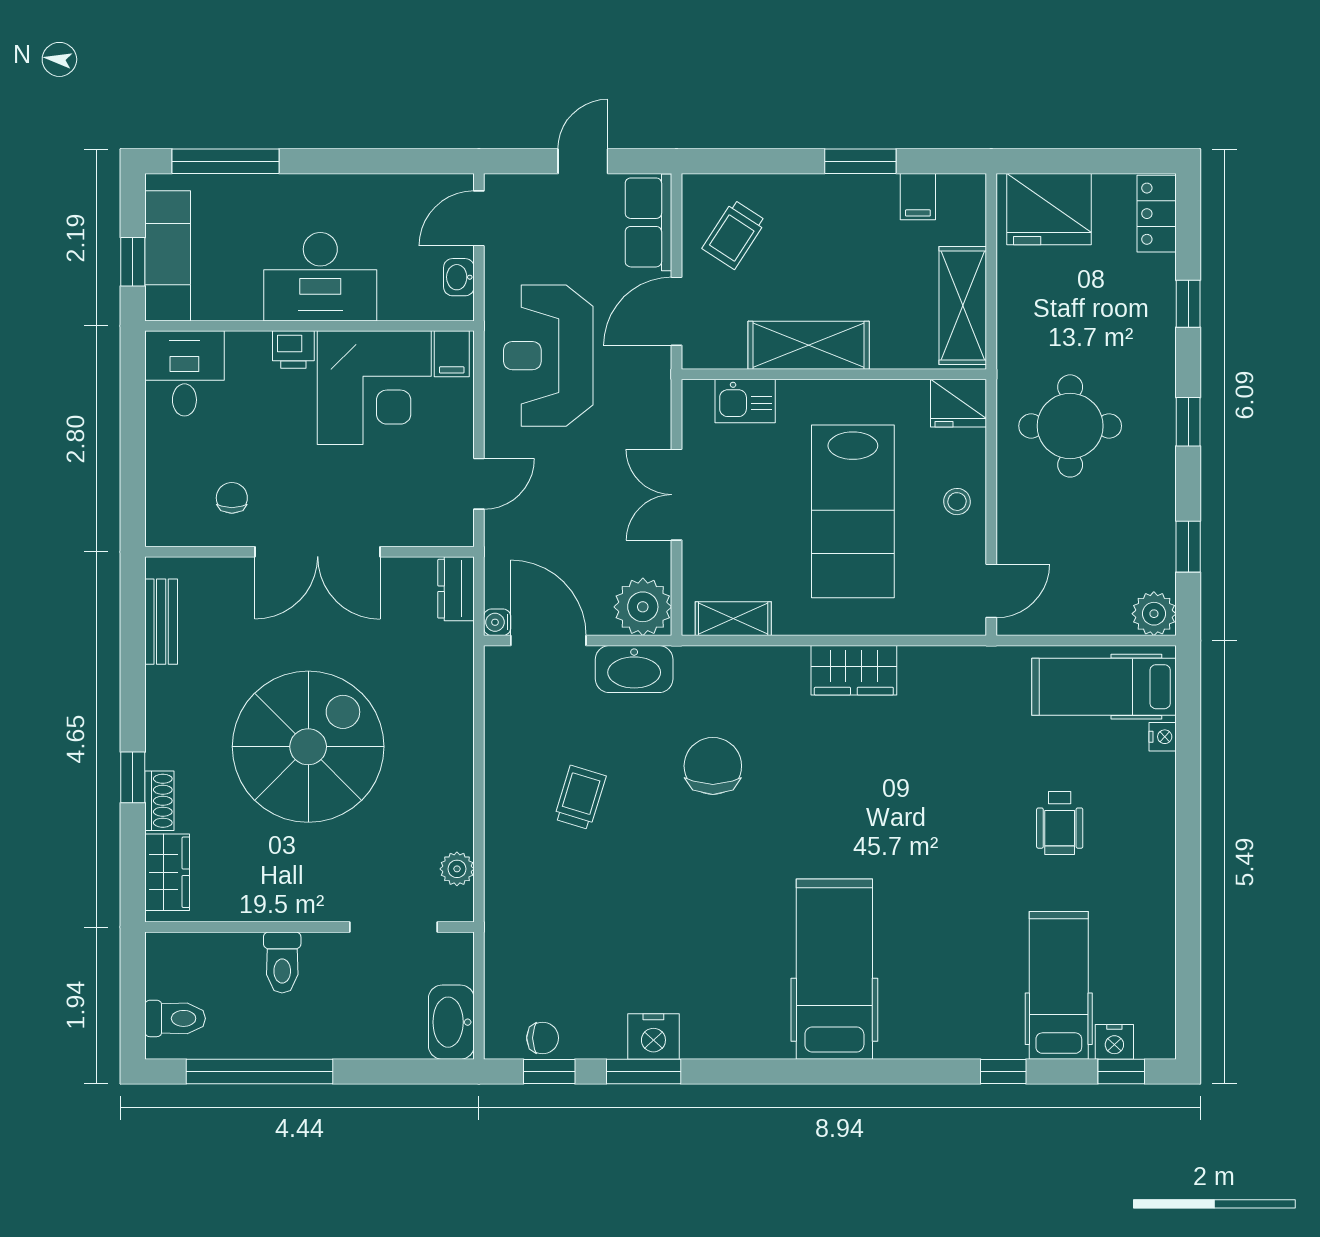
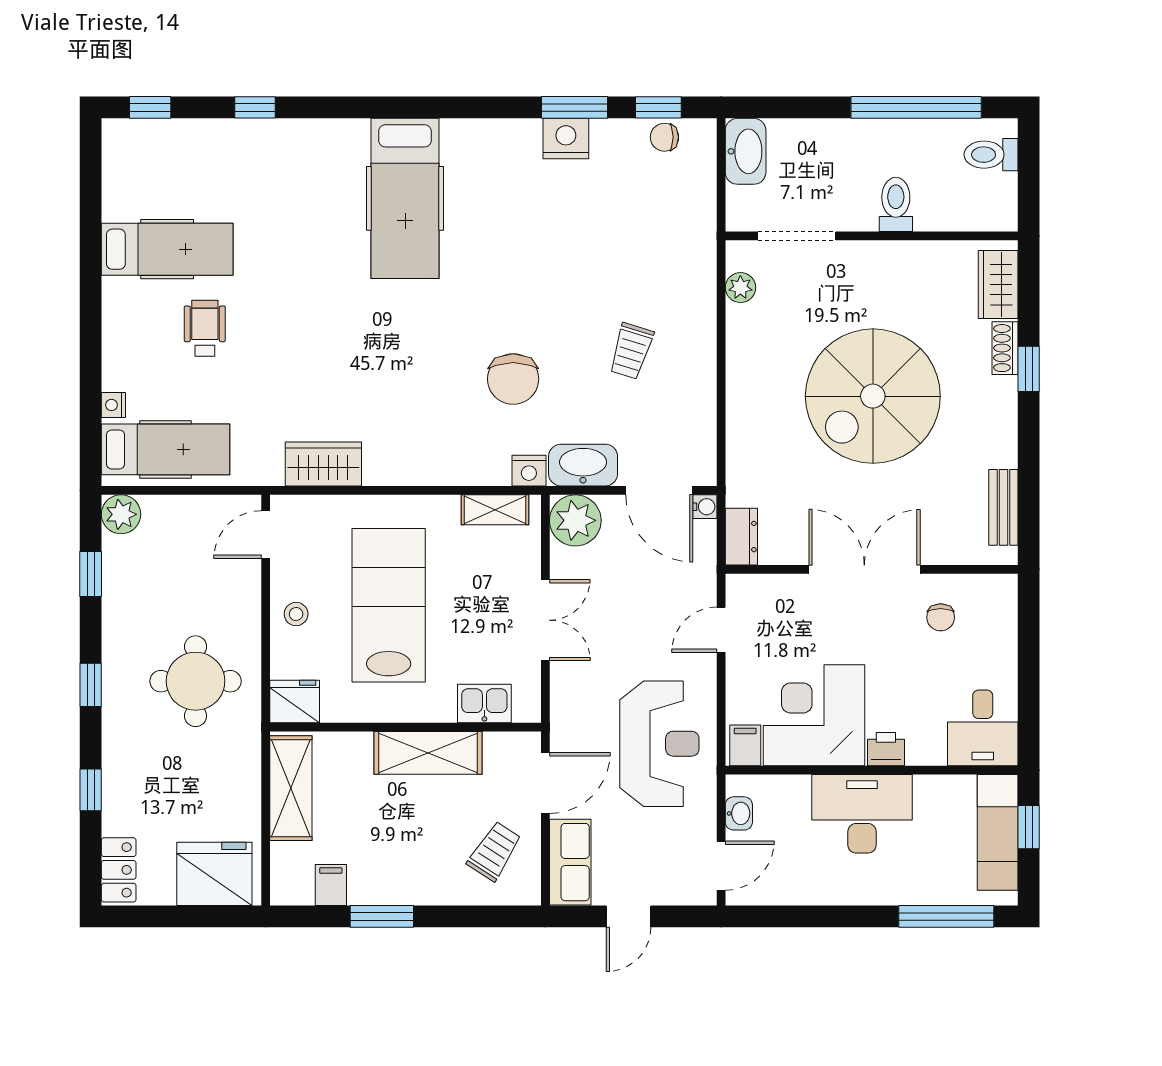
wardrobe: (854, 670) -> (323, 464), moved
hospital bed: (1059, 985) -> (167, 249), moved, turned -90
nightstand: (1114, 1042) -> (529, 471), moved, turned 180

